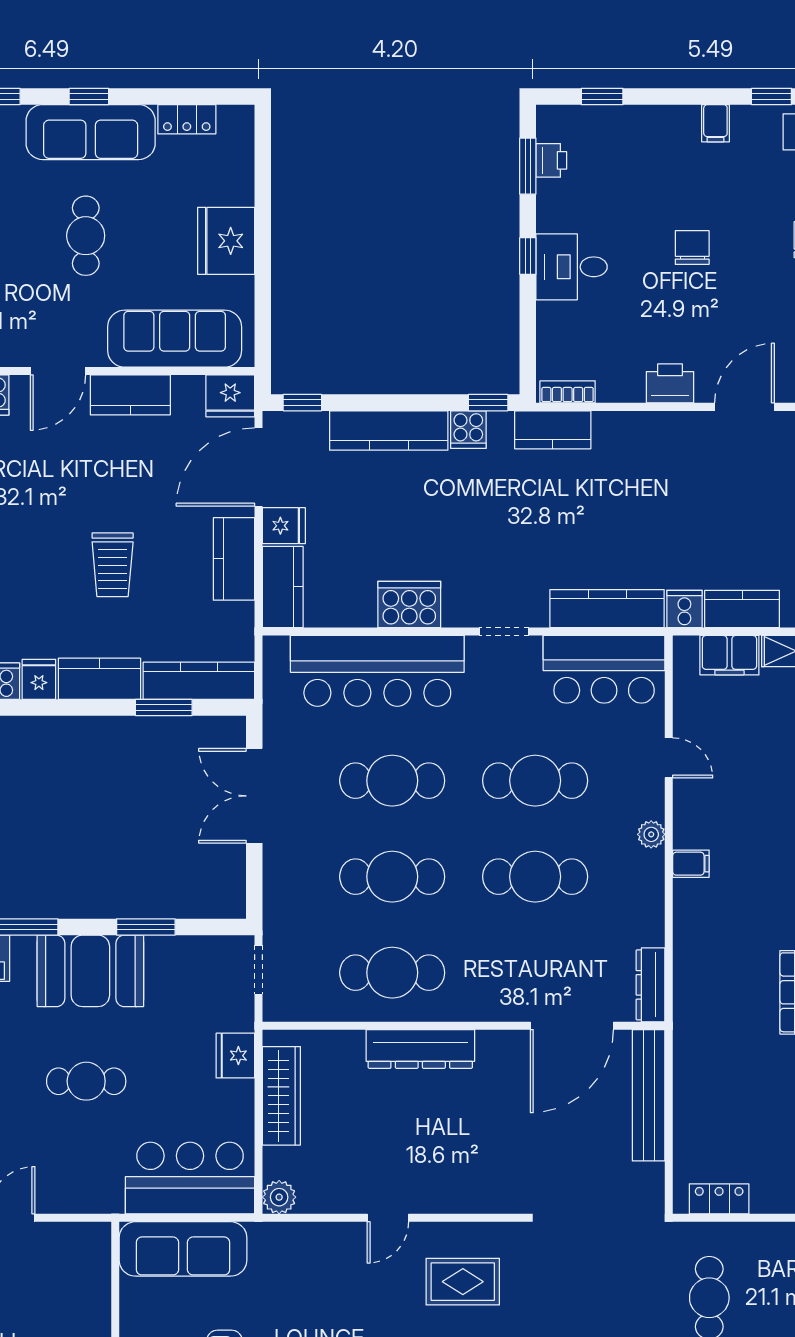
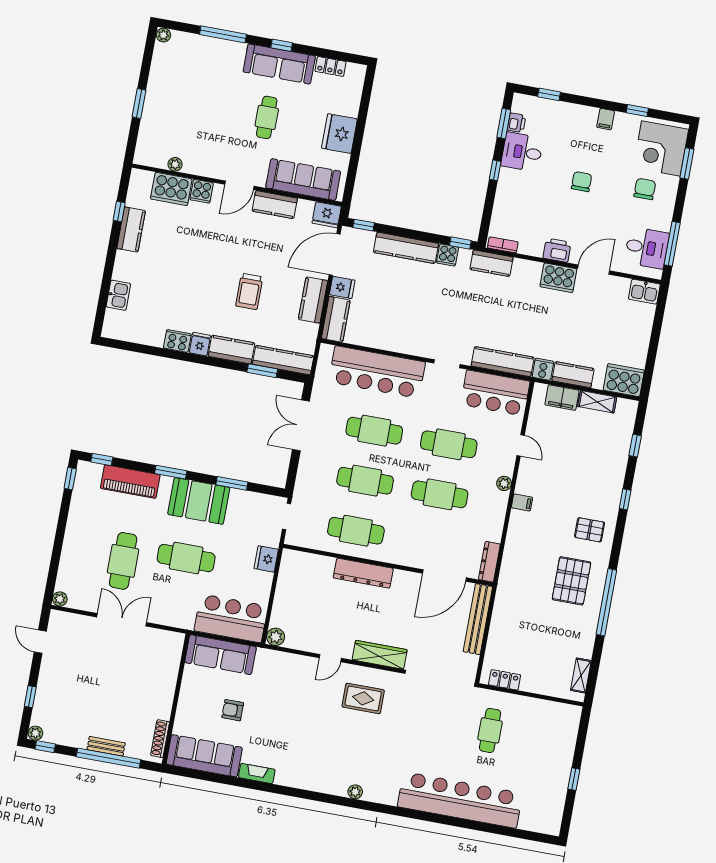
desk: (572, 267) -> (522, 152), moved
cooker: (409, 604) -> (558, 278), moved, turned 180
cafe table: (86, 1081) -> (186, 558), width x1.37, depth x1.35
wardrobe: (281, 1096) -> (380, 655), moved, turned -90

